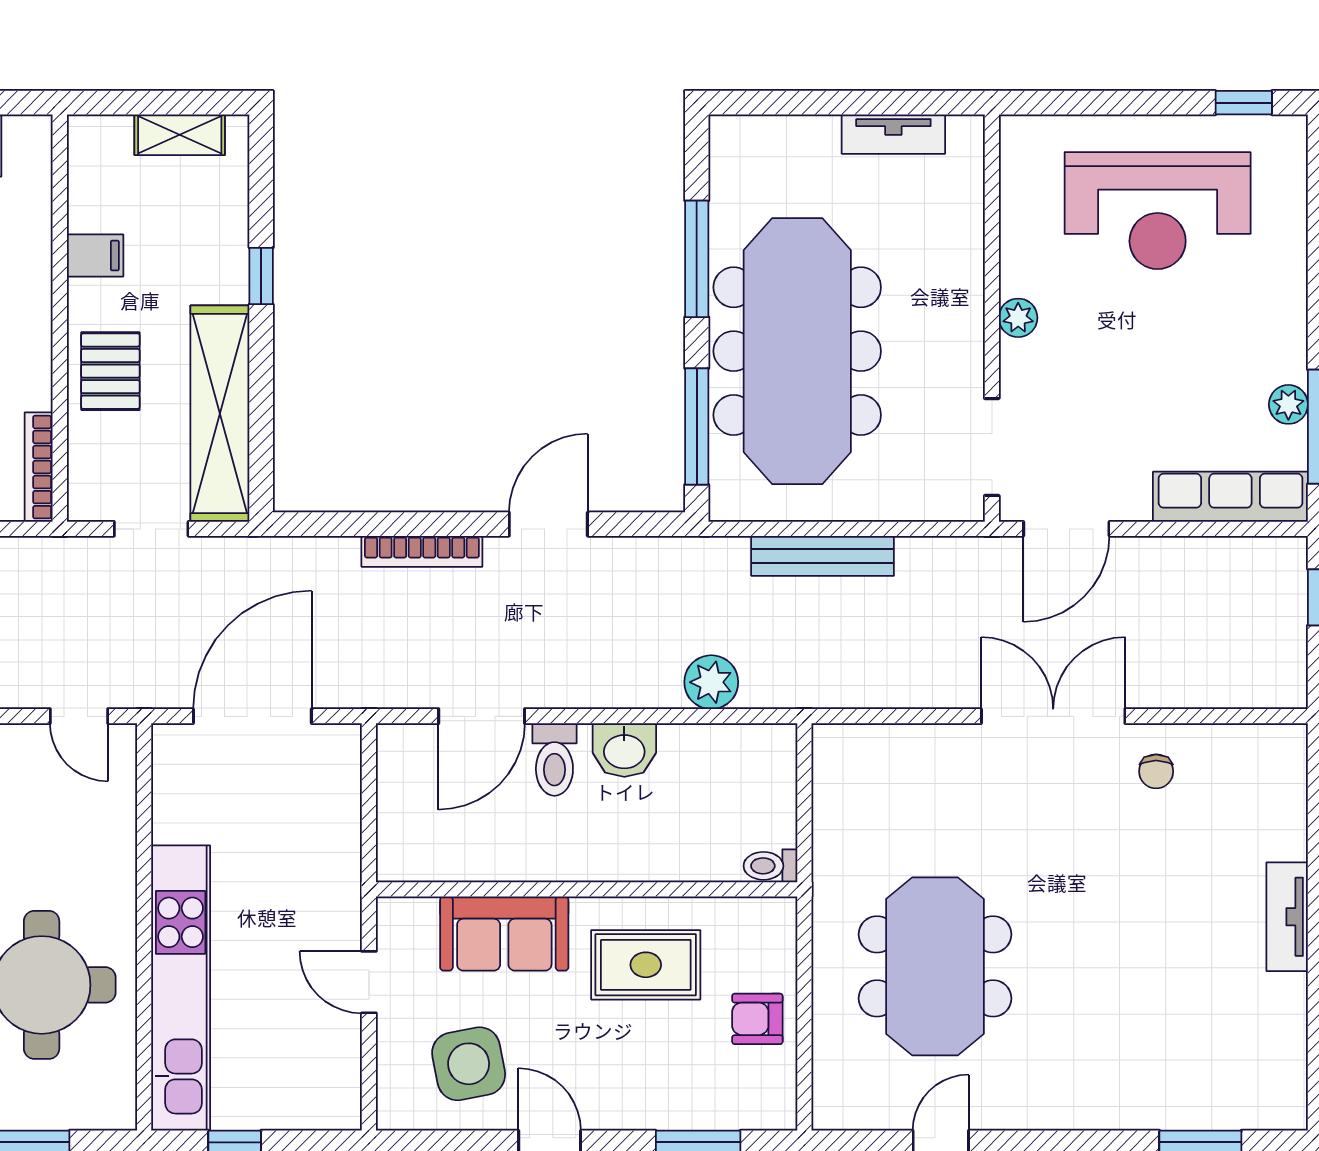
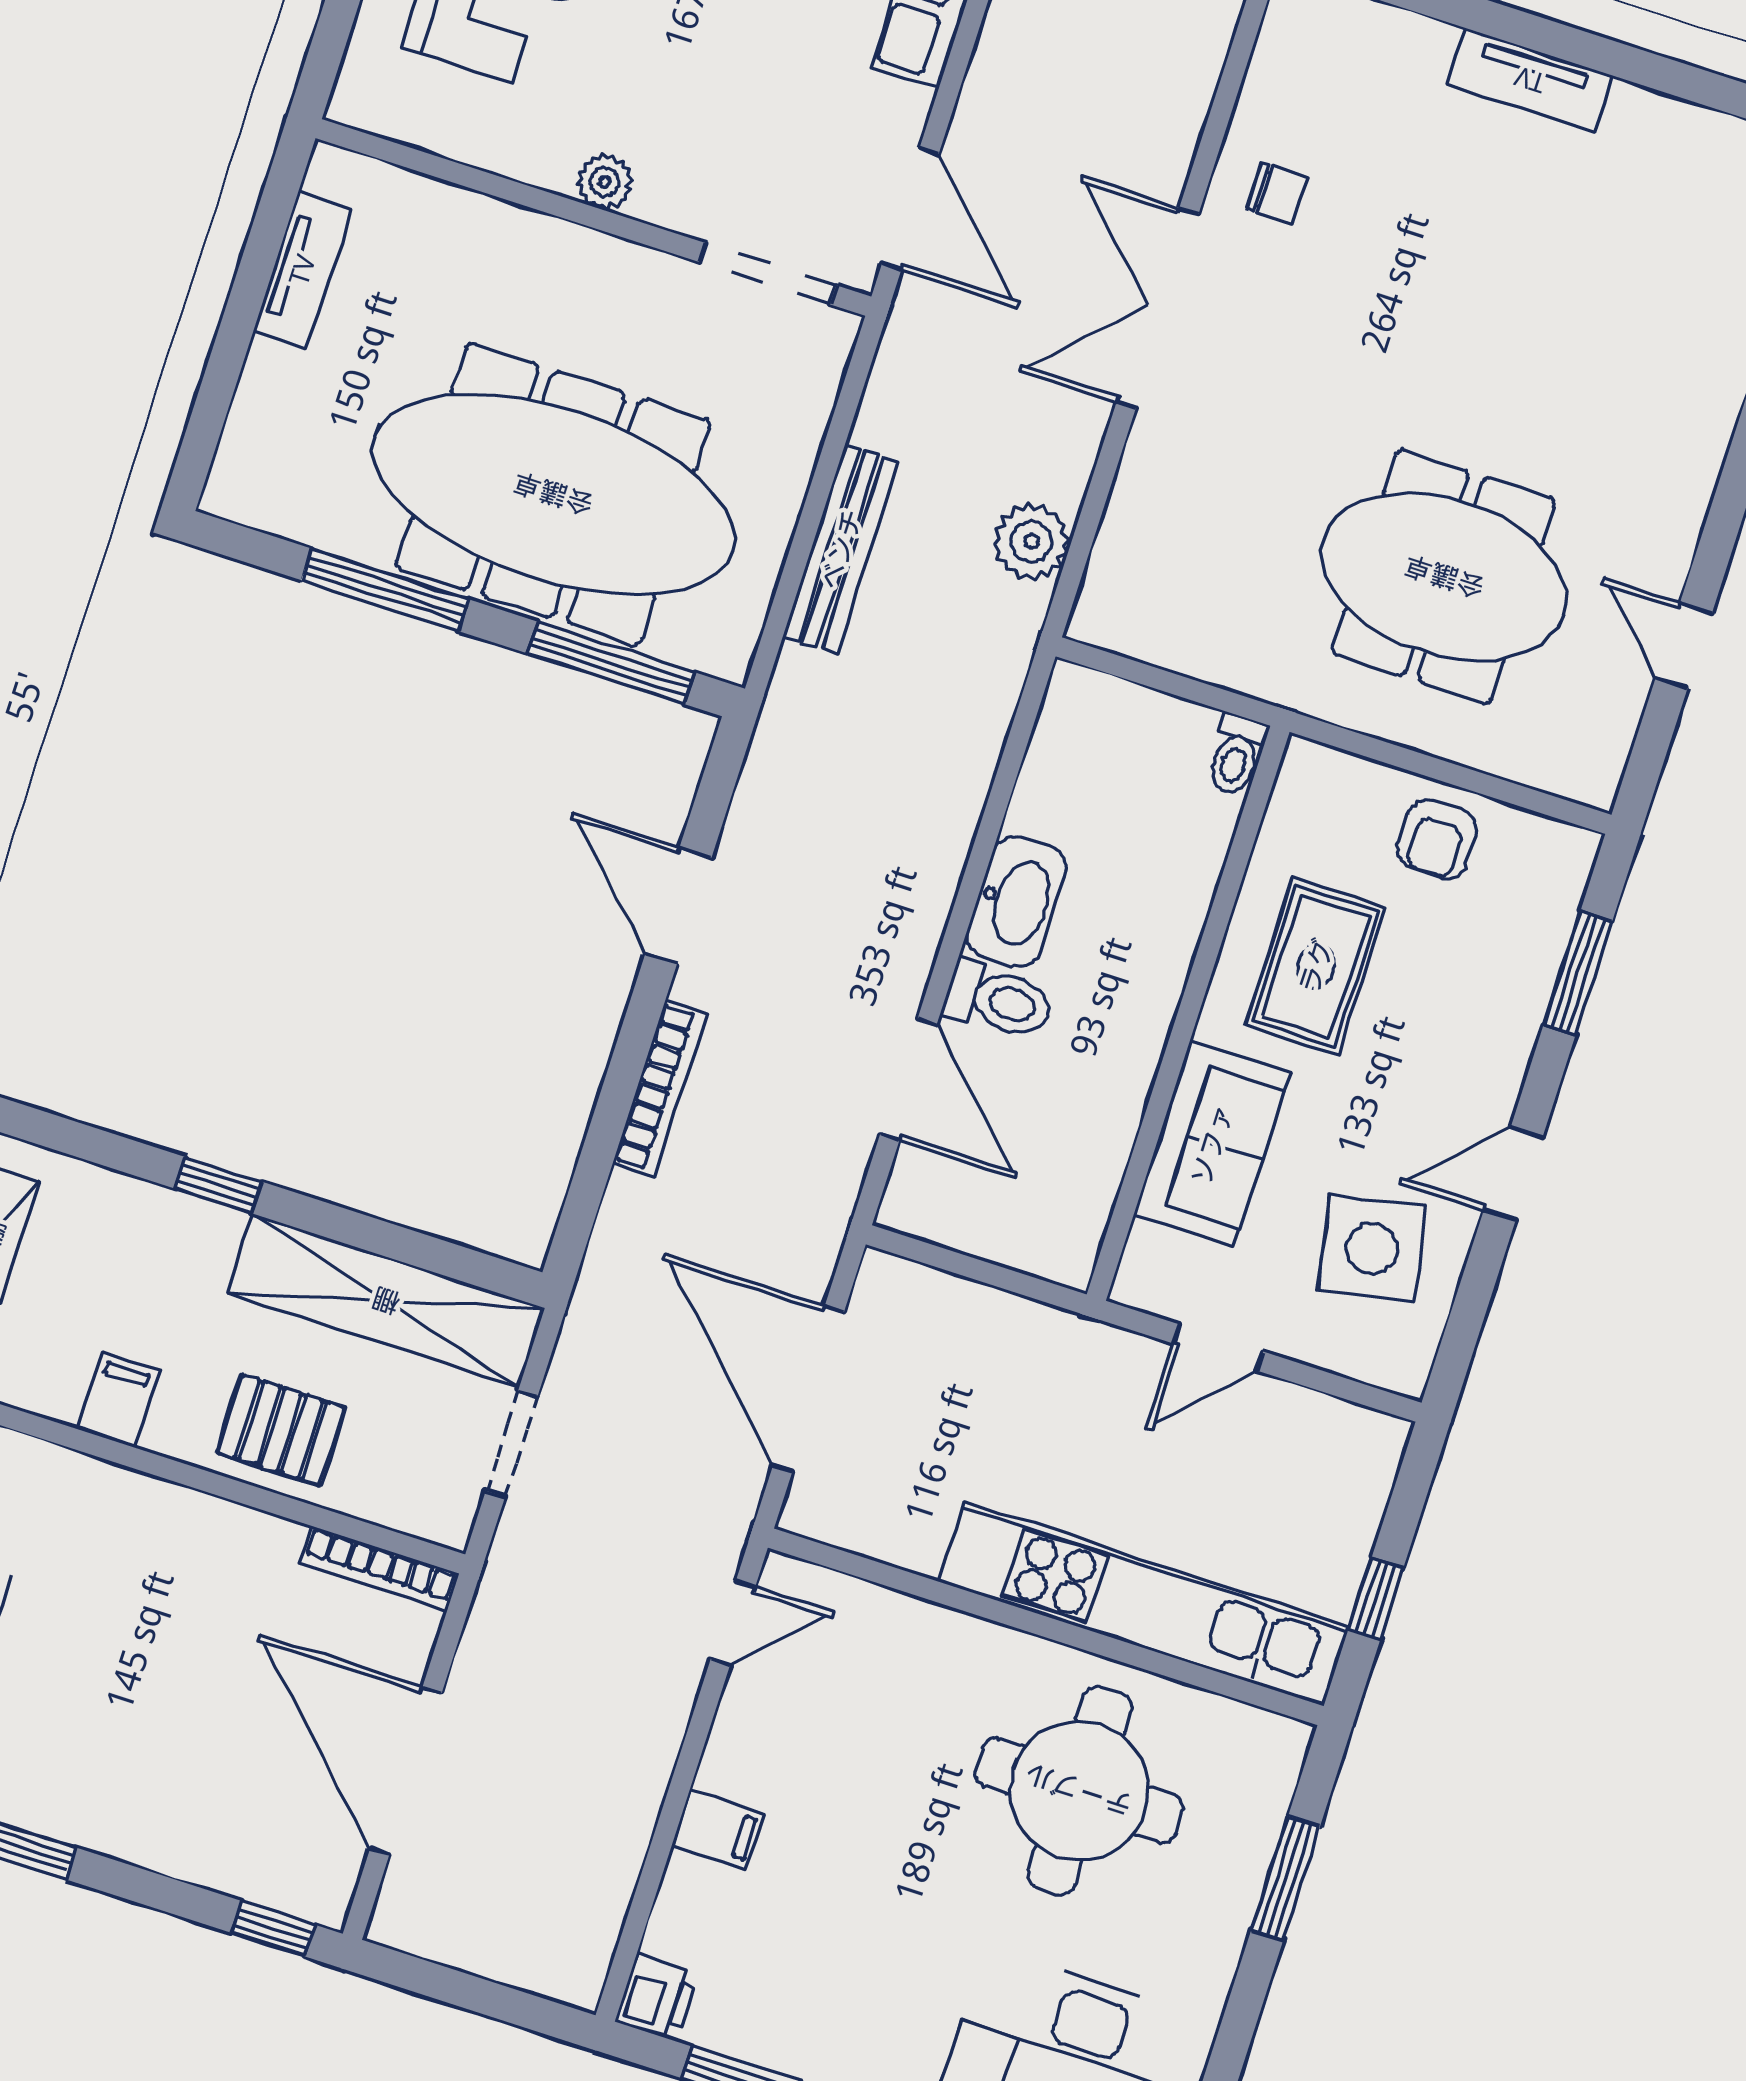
plant: (711, 682) -> (1032, 542), moved
washbasin: (624, 750) -> (1016, 902), width x1.38

